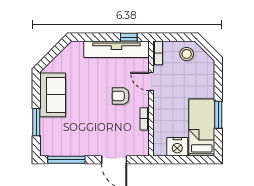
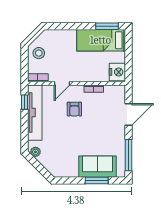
plant: (70, 50) -> (35, 152), added
sofa: (53, 95) -> (97, 167), moved
window: (218, 115) -> (107, 26), moved
nightstand: (177, 147) -> (117, 72), moved

